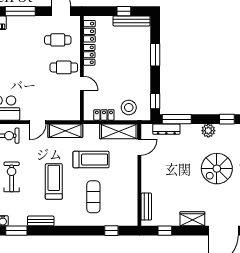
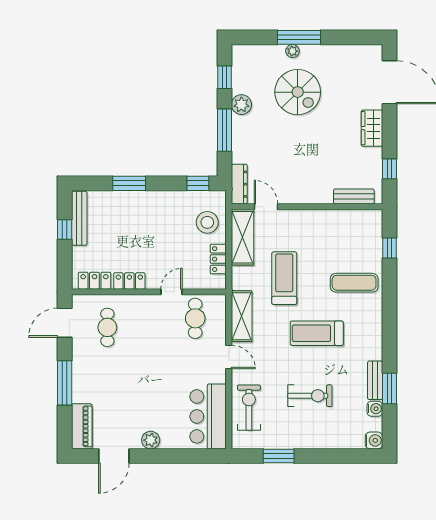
cafe table: (64, 67) -> (195, 318), moved
window: (177, 119) -> (224, 130), moved
dresser: (166, 129) -> (239, 184), moved
exercise bike: (12, 177) -> (310, 396), turned 180
exercise mat: (93, 197) -> (354, 283), moved
bench: (41, 221) -> (375, 380), moved

